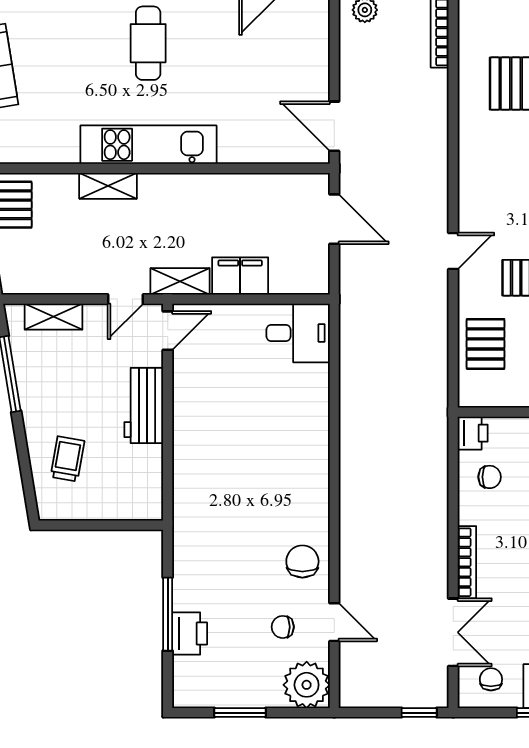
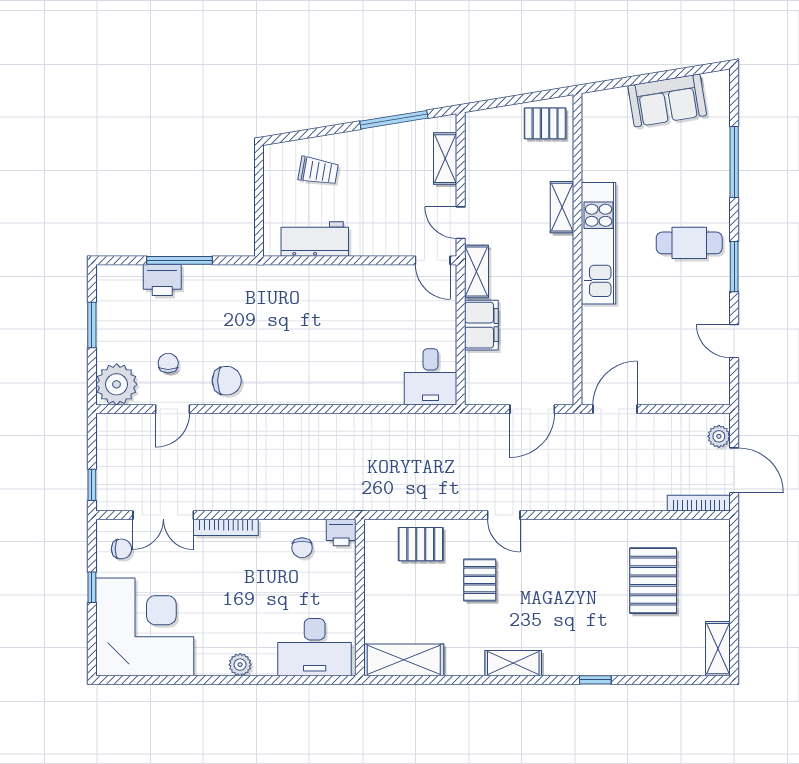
workbench: (144, 405) -> (315, 239), moved

